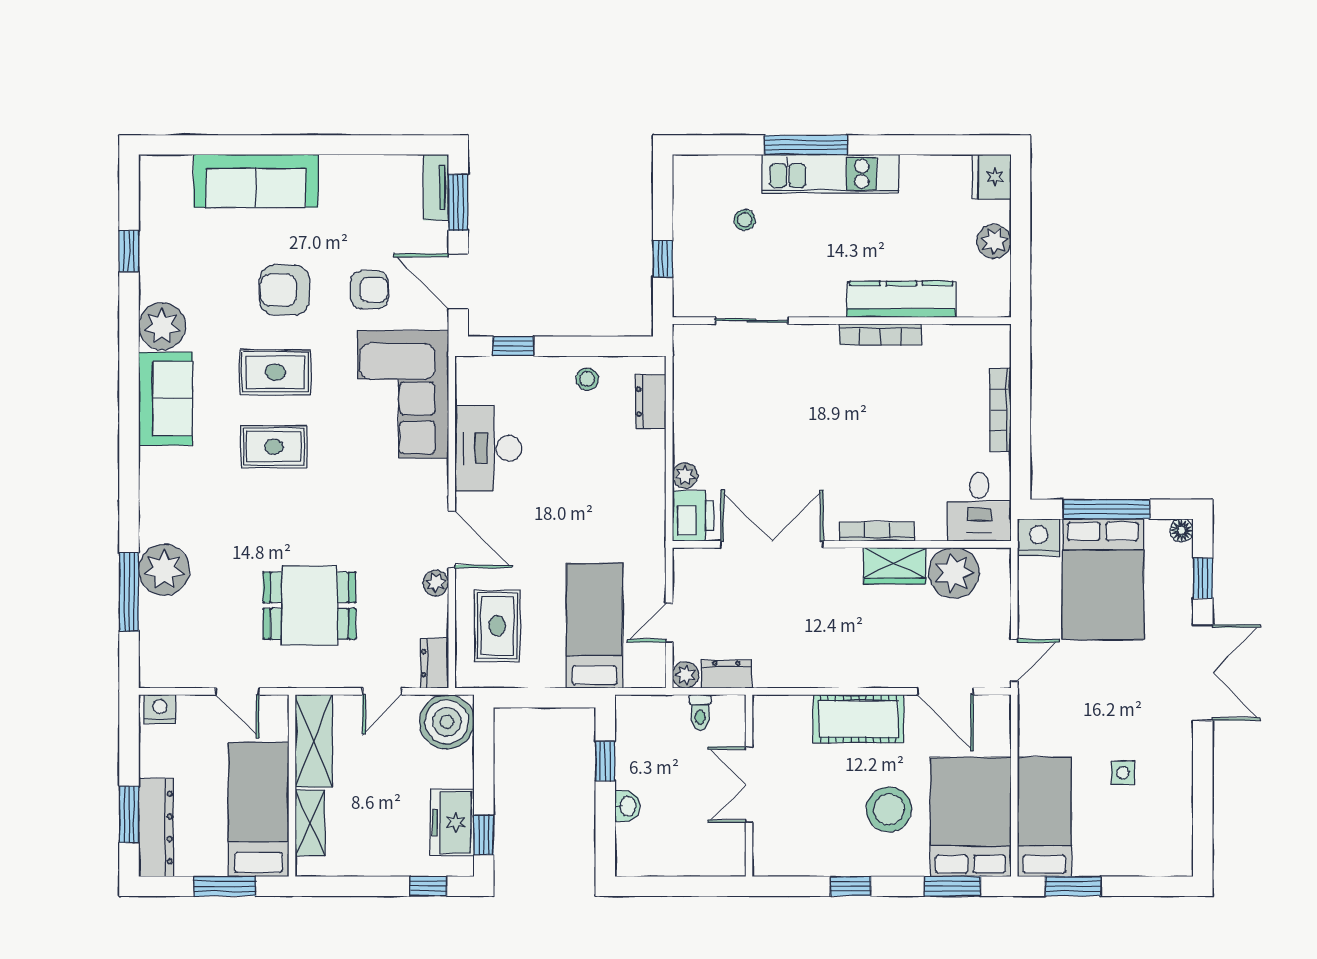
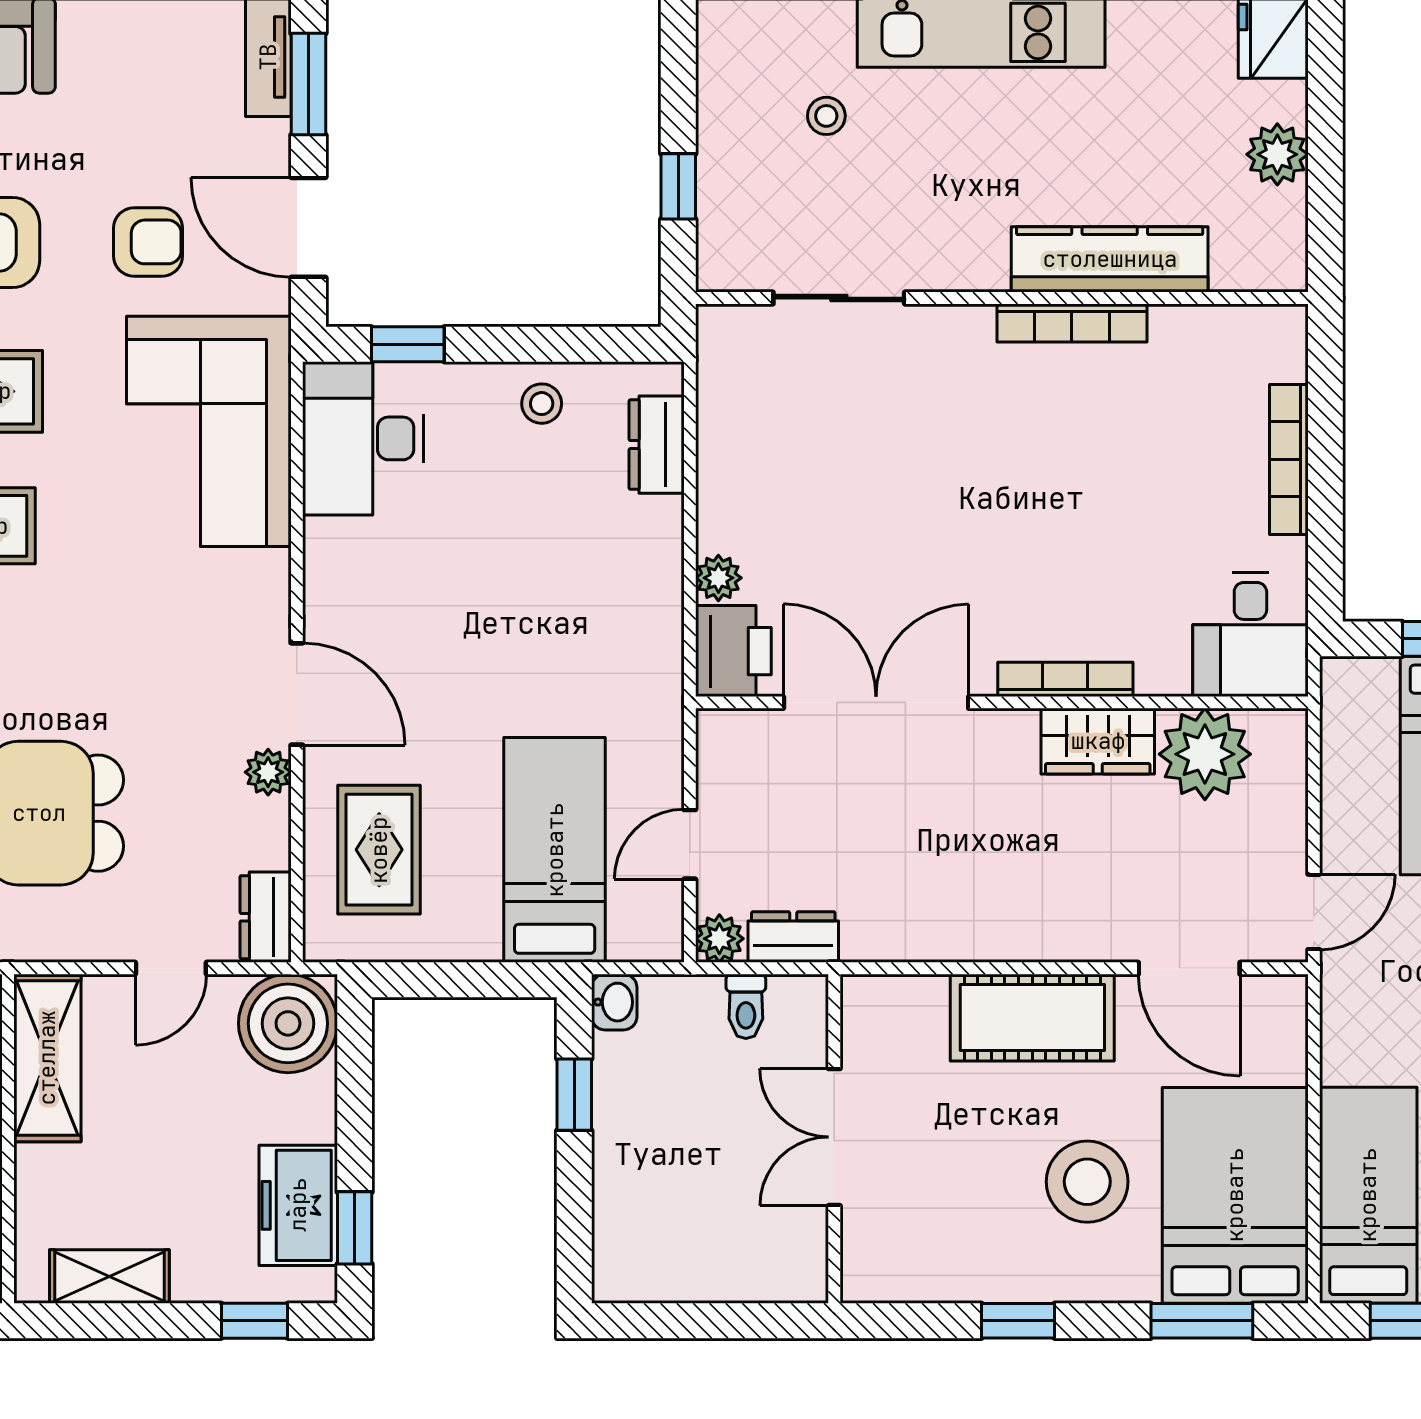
desk: (488, 448) -> (363, 438), moved
nightstand: (1039, 538) -> (1358, 690), removed
washbasin: (627, 806) -> (614, 1002), moved
shelving: (310, 823) -> (109, 1277), moved, turned 90

